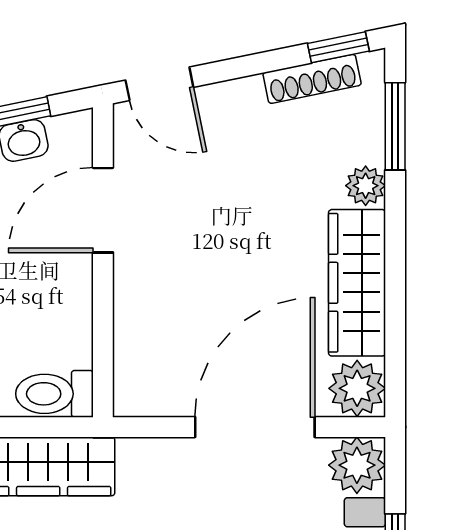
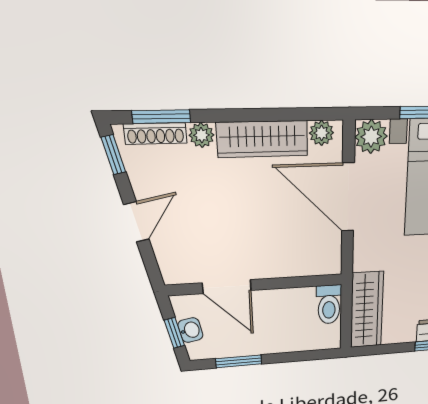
shoe rack: (312, 79) -> (155, 134), moved, turned 102
door: (159, 84) -> (136, 222), moved
plant: (357, 388) -> (322, 133), width x0.73, depth x0.73

